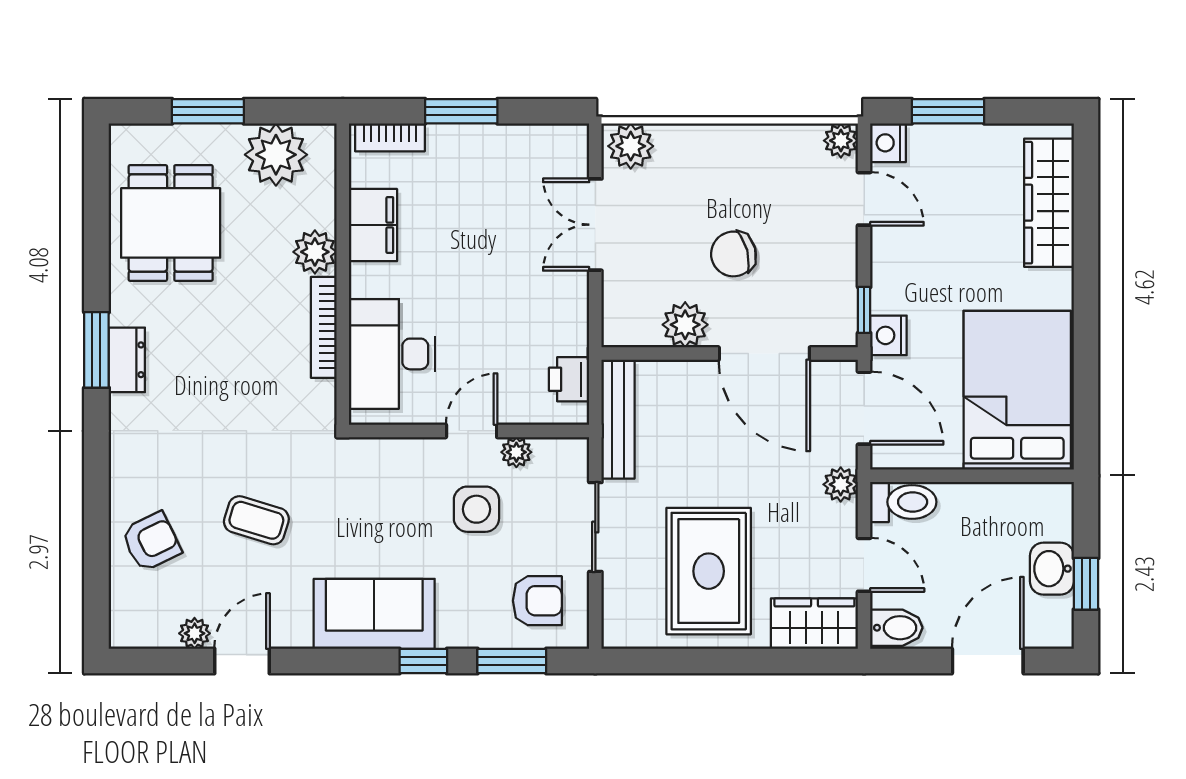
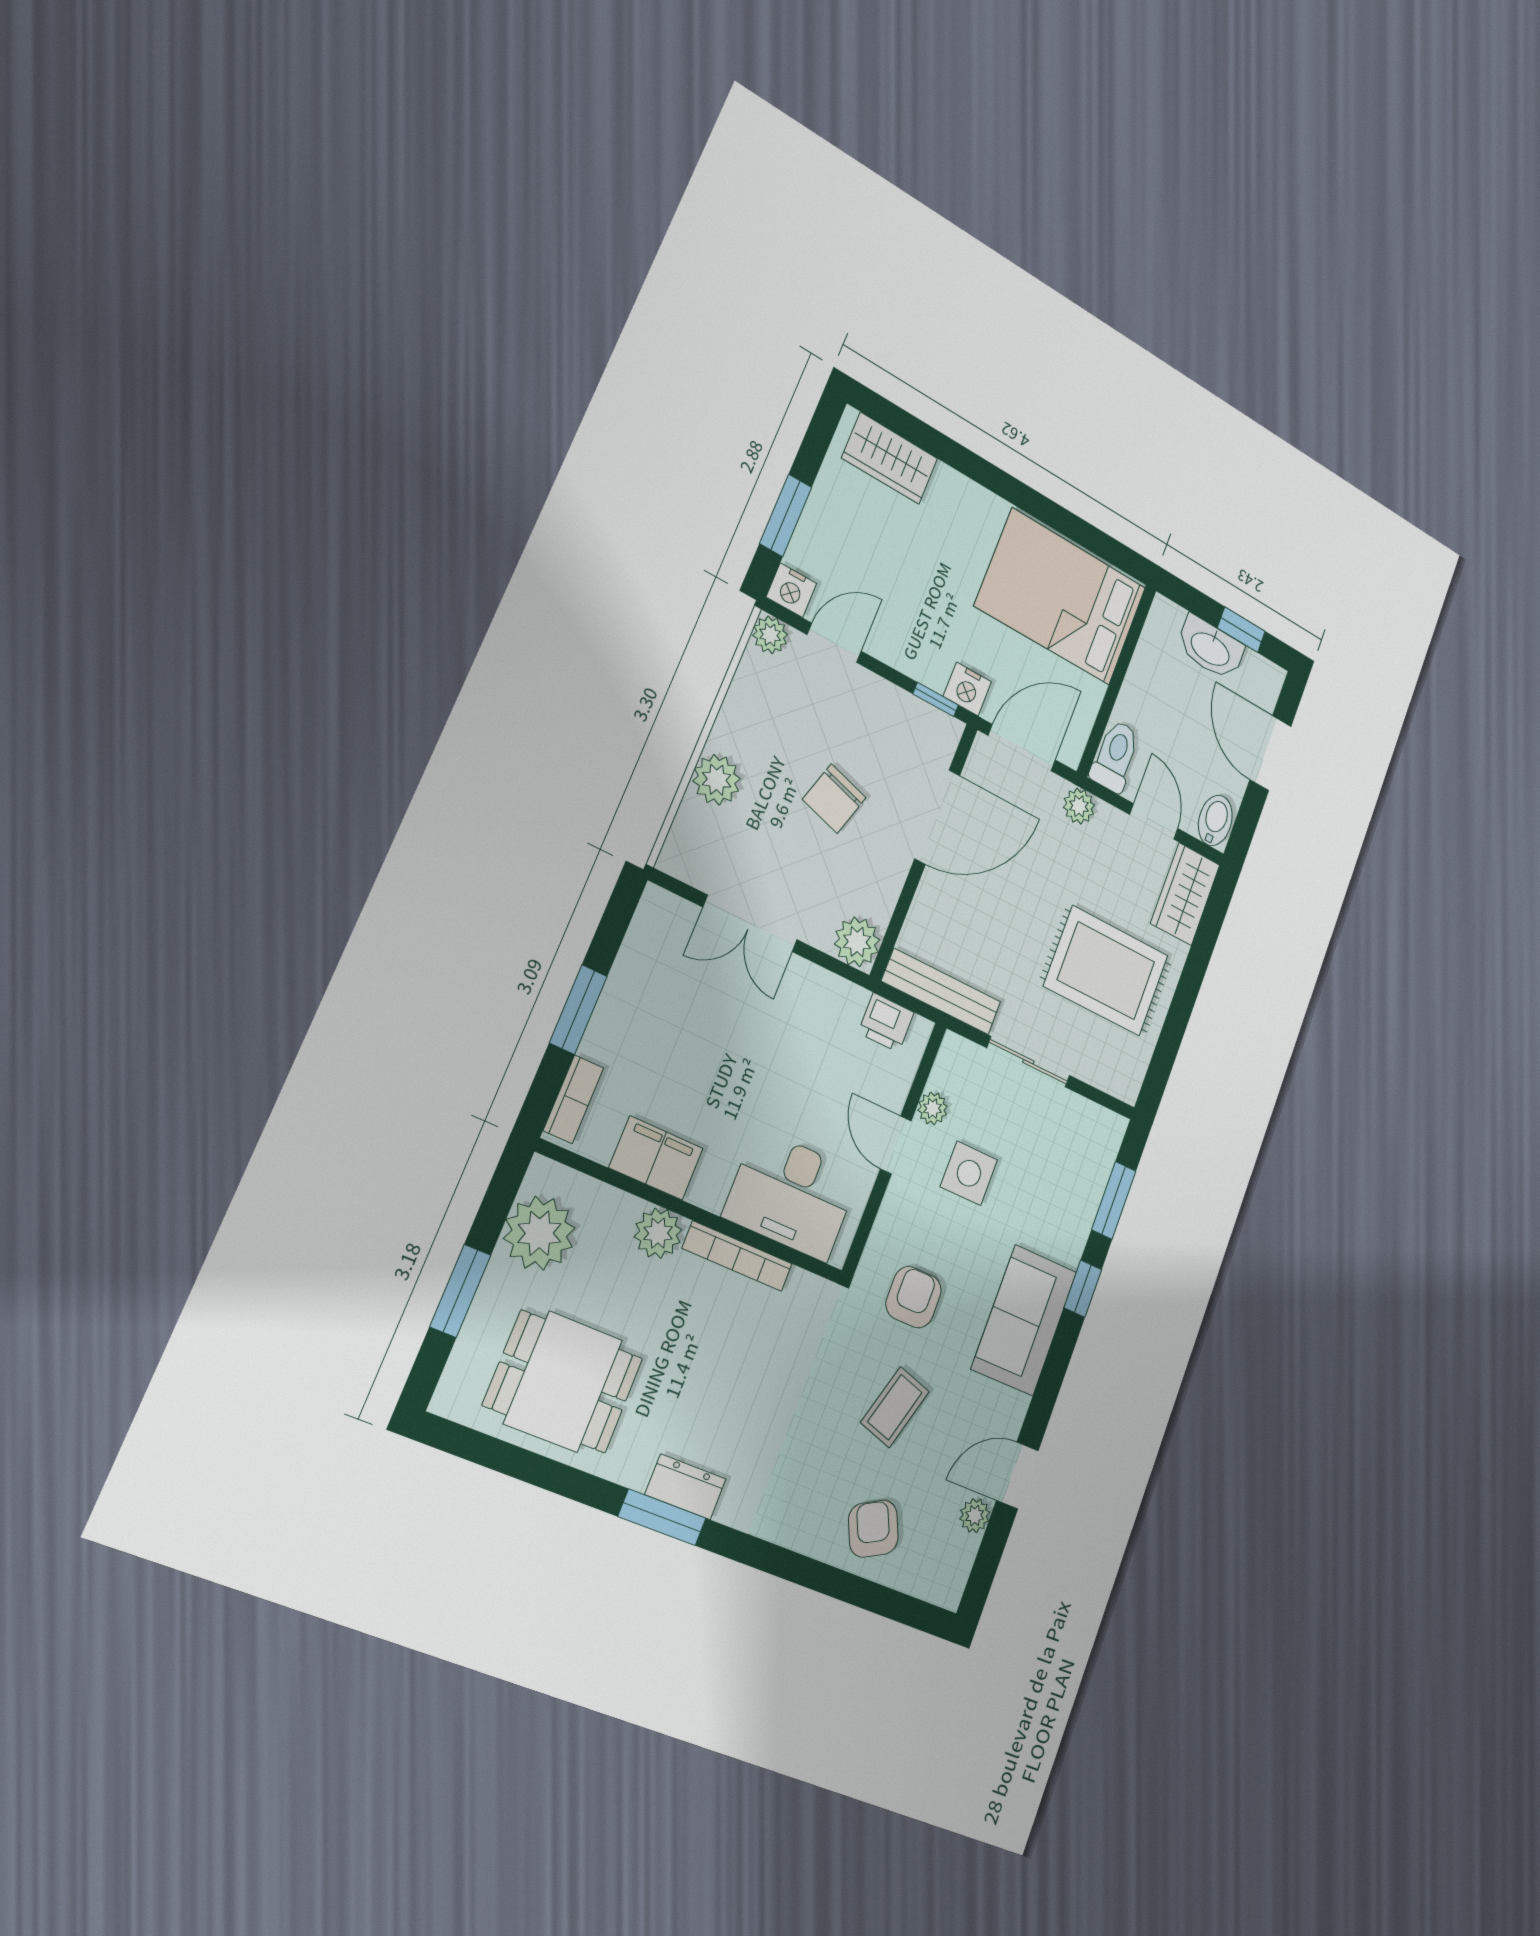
plant: (631, 146) -> (717, 780), moved
wardrobe: (1049, 203) -> (890, 458), width x0.67
chair: (733, 254) -> (834, 799), turned 32
plant: (685, 325) -> (857, 942), moved
door: (864, 565) -> (1154, 821), hinge flipped
washbasin: (1052, 569) -> (1211, 648), width x1.38
armchair: (537, 601) -> (914, 1297), moved
door: (242, 661) -> (1017, 1475), hinge flipped

